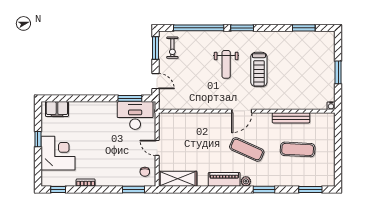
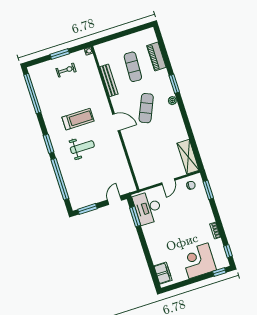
window: (304, 28) -> (32, 94), width x2.11
exercise bike: (172, 48) -> (66, 70), moved
window: (38, 139) -> (219, 272), moved
piano: (224, 179) -> (156, 57), moved
window: (310, 189) -> (162, 46), removed

